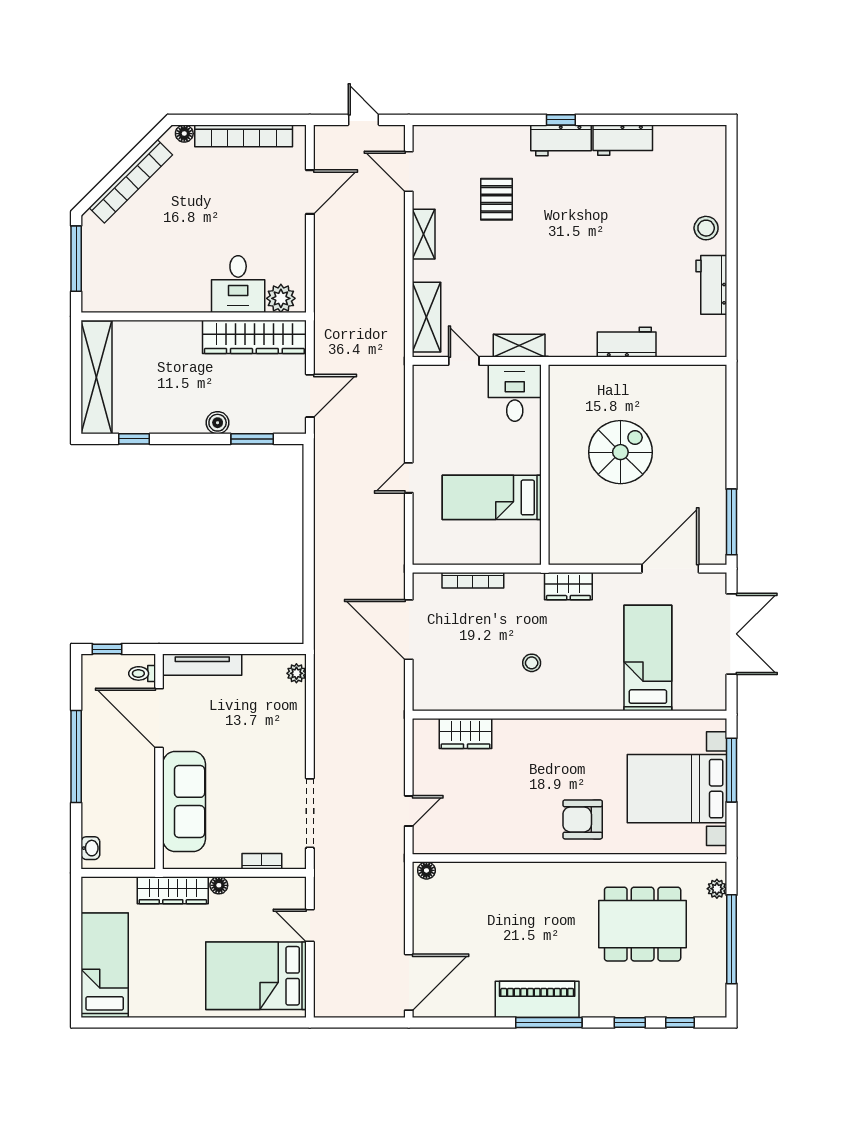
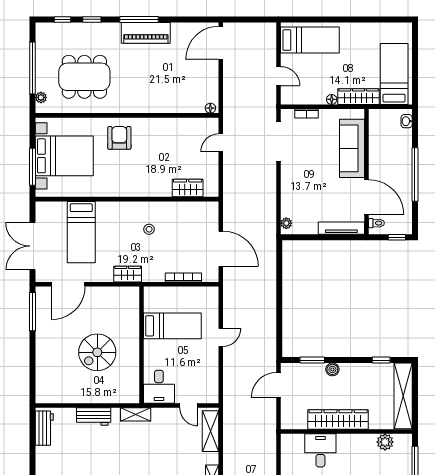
workbench: (711, 285) -> (44, 428), moved
plant: (281, 298) -> (385, 442), moved
wardrobe: (254, 337) -> (338, 420), moved
shelving: (519, 346) -> (136, 414), moved
armchair: (583, 819) -> (119, 138), turned -90
bed: (105, 965) -> (394, 74), moved, turned 180
bed: (256, 976) -> (310, 40), width x0.67

